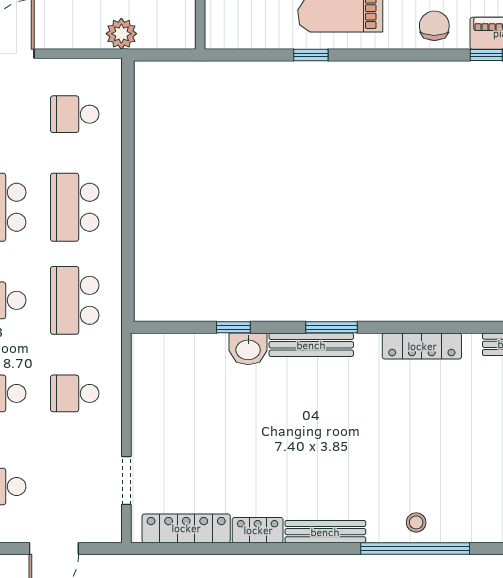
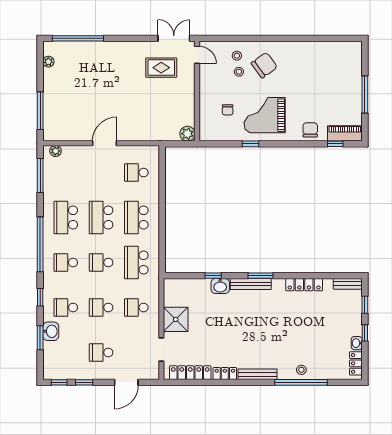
plant: (121, 34) -> (187, 134), moved
shower: (156, 418) -> (176, 319), added

